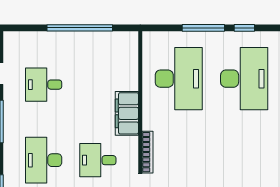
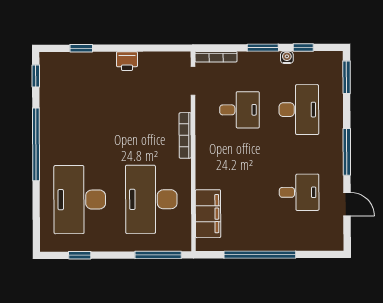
window: (203, 28) -> (158, 255), moved
filing cabinet: (127, 113) -> (208, 214), moved
bookcase: (148, 152) -> (185, 135), moved

